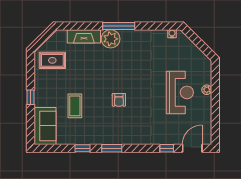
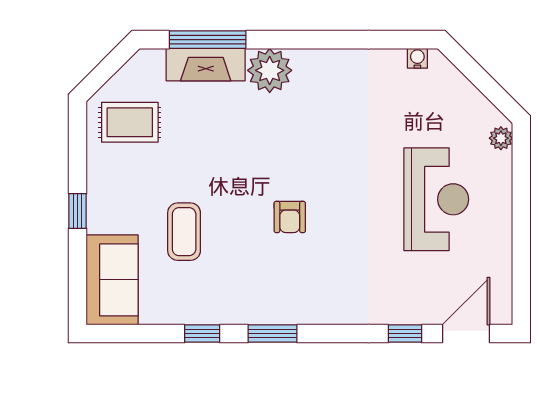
window: (119, 26) -> (208, 40), moved
plant: (207, 90) -> (501, 138), moved

